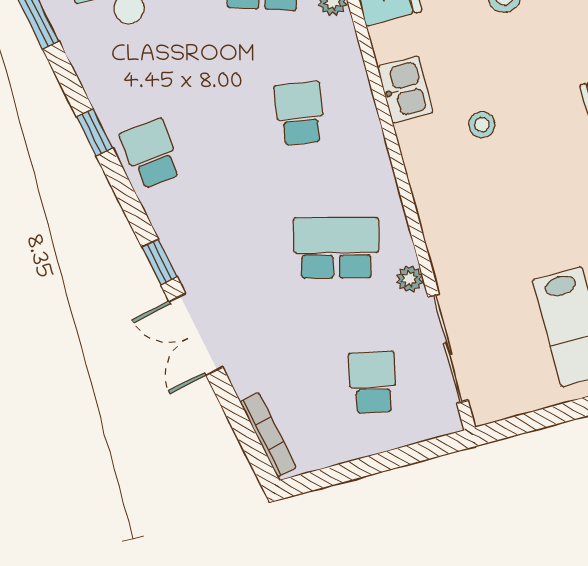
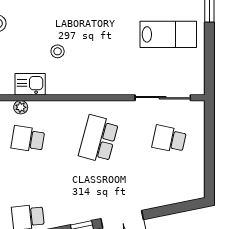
plant: (410, 279) -> (21, 107), moved
bookcase: (268, 435) -> (181, 197), removed

